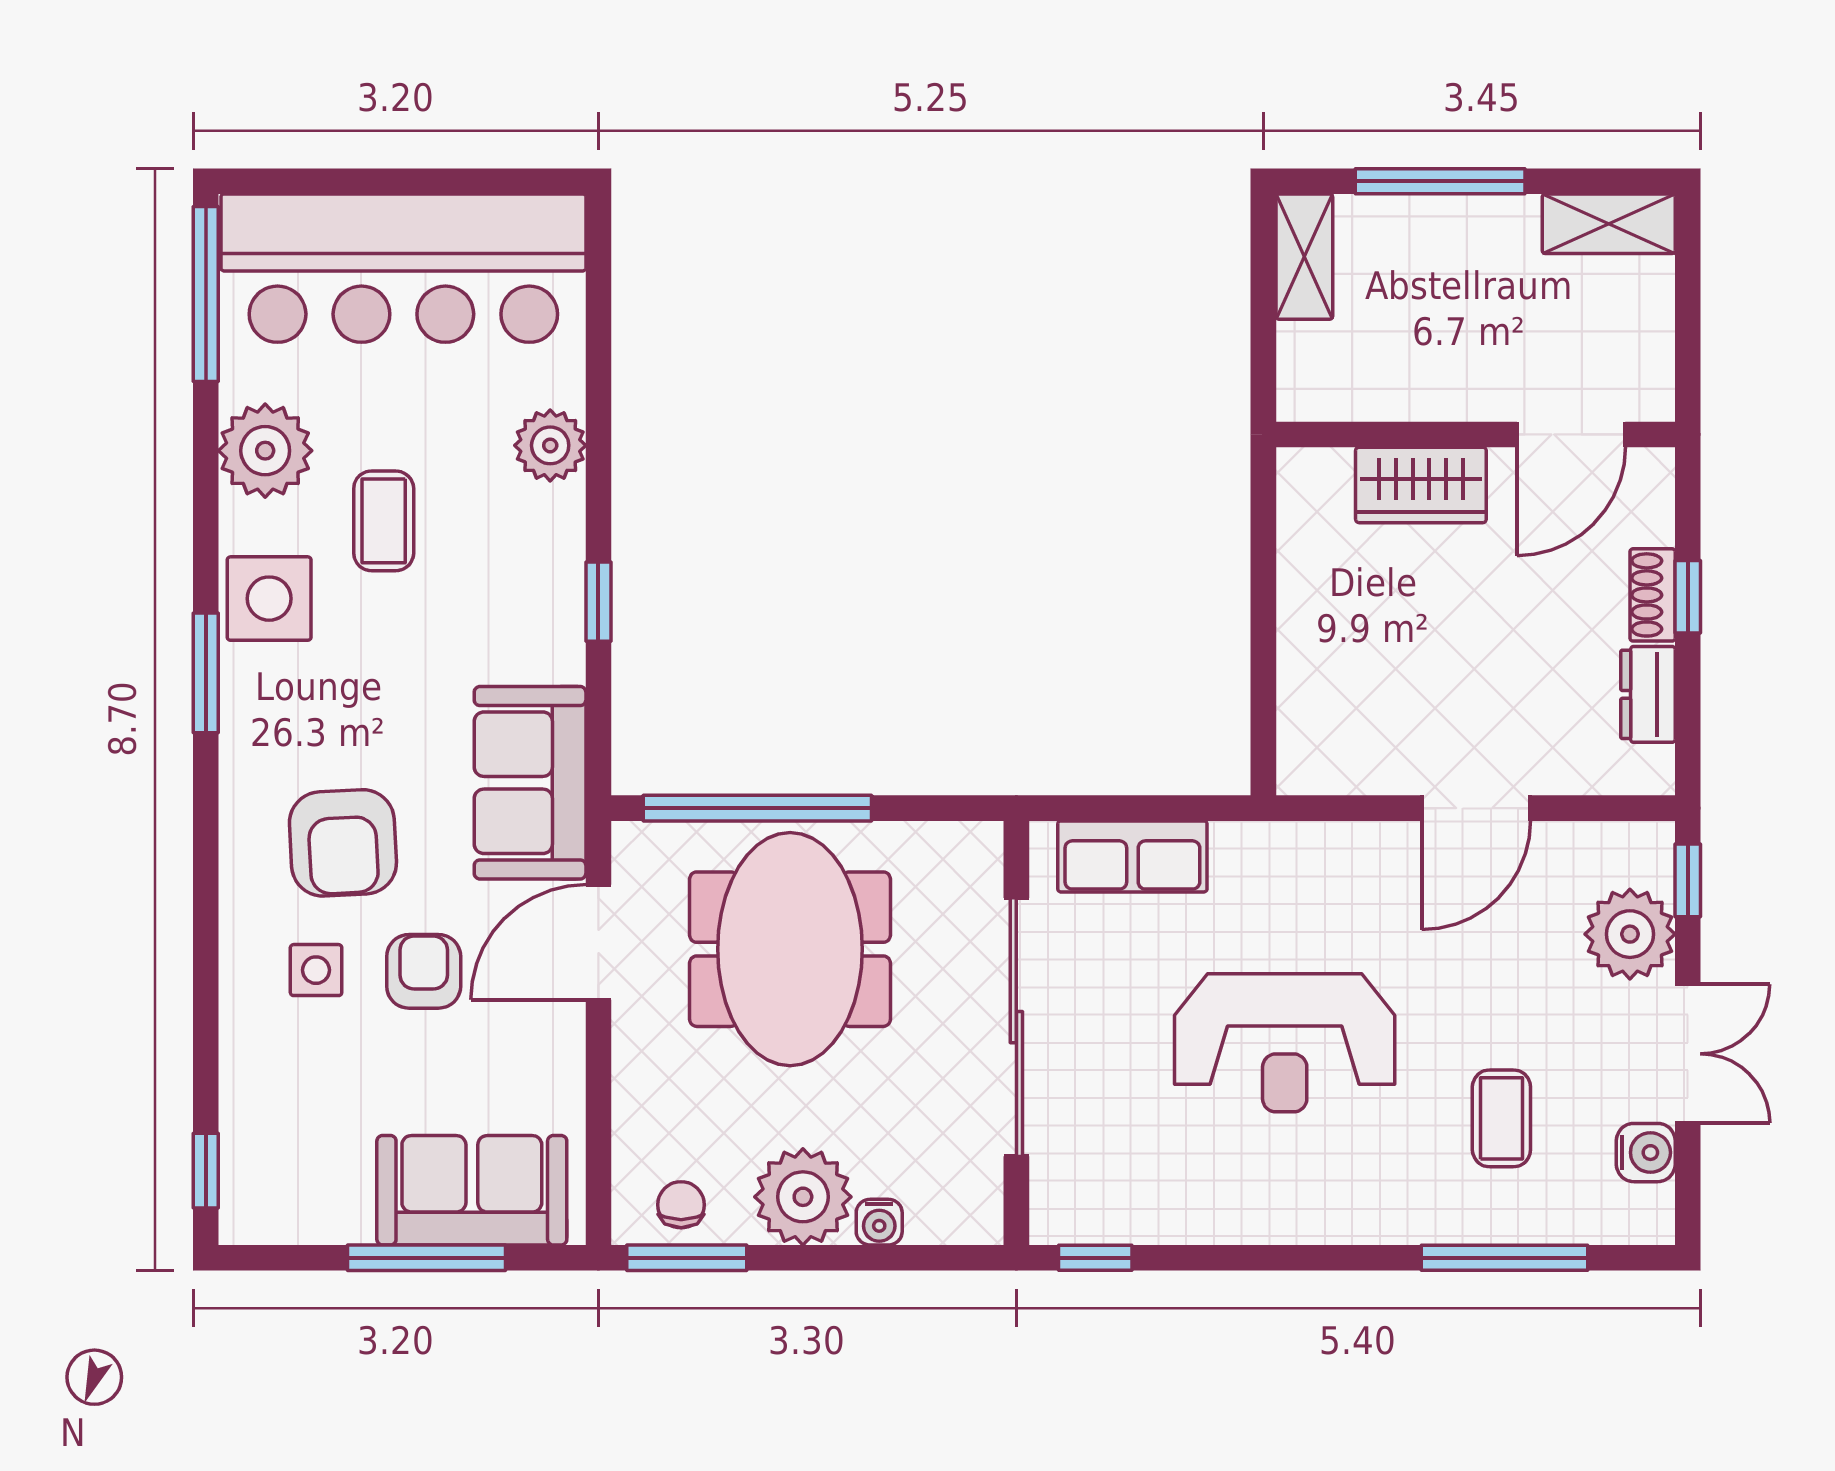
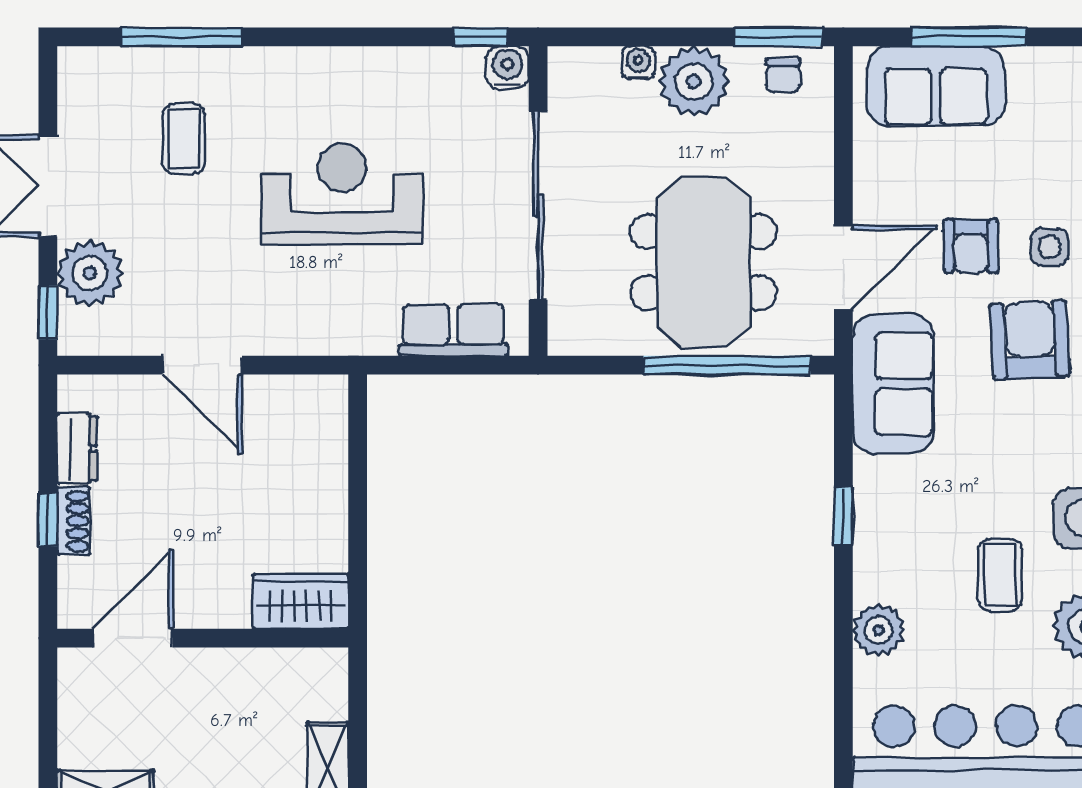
wardrobe: (1421, 485) -> (301, 601), moved
door: (1476, 808) -> (202, 365), swing flipped
water cooler: (1646, 1153) -> (507, 67), moved, turned 90

